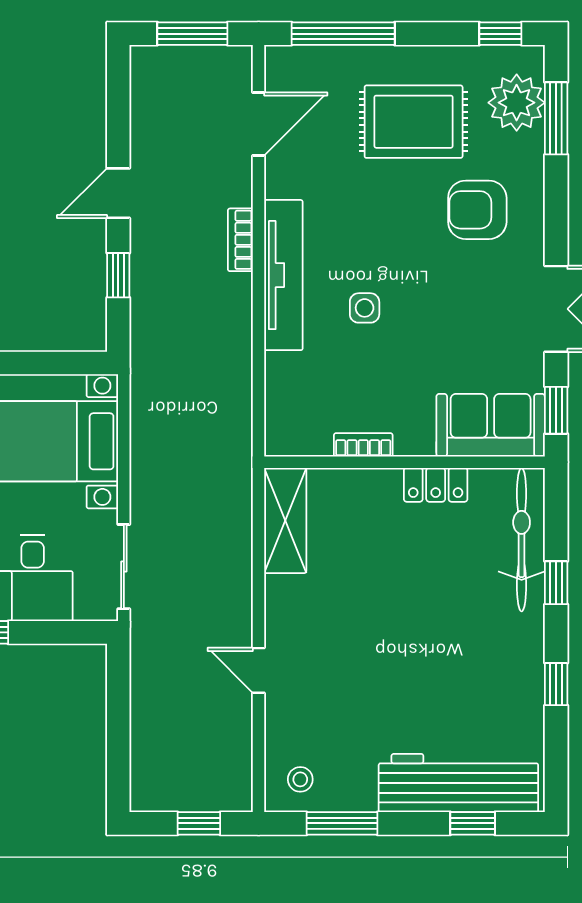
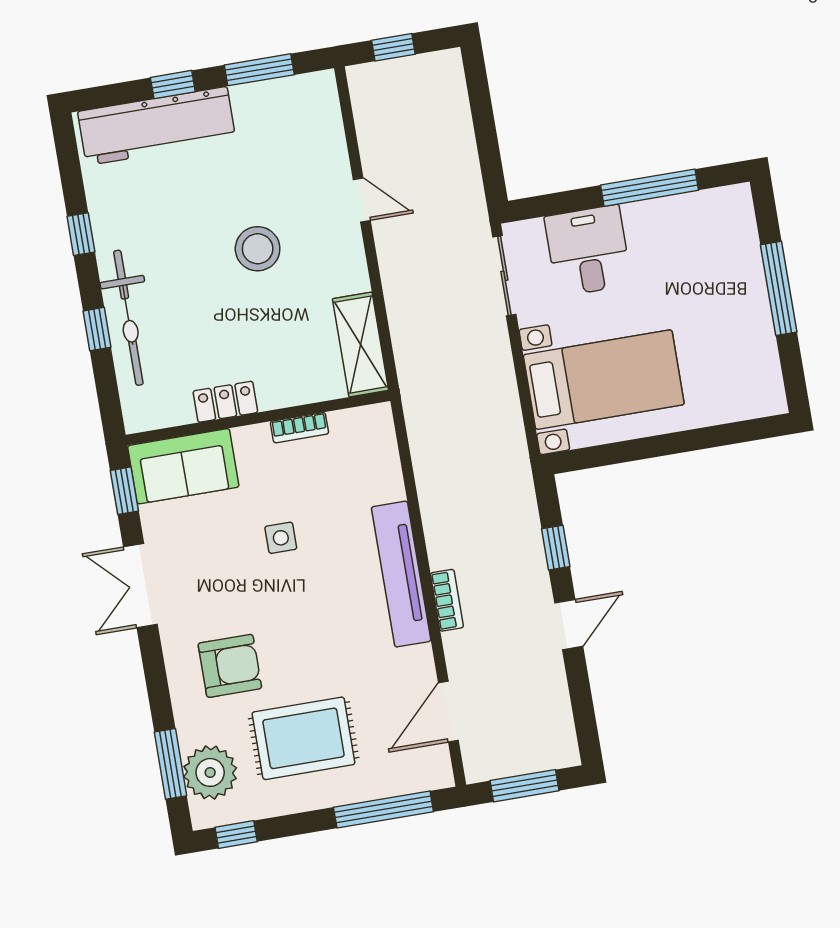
side table: (365, 308) -> (281, 538), moved
bicycle: (522, 540) -> (128, 318), moved
stool: (300, 779) -> (258, 249), moved, width x1.89, depth x1.89
window: (473, 823) -> (173, 85), moved

